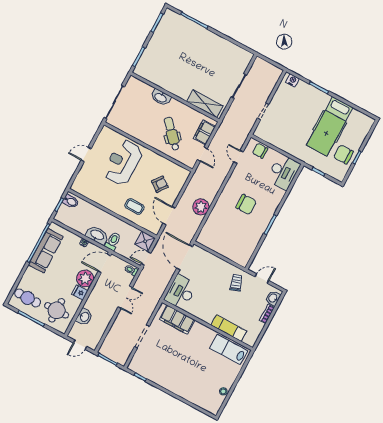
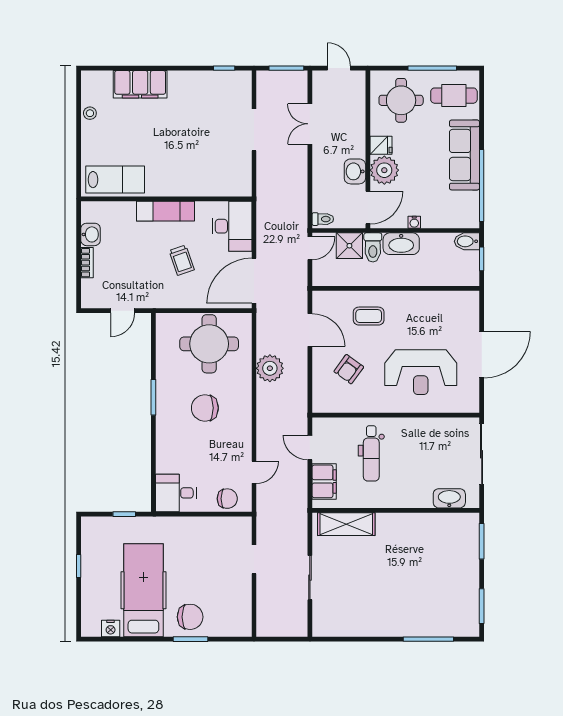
nightstand: (293, 80) -> (111, 628), moved
washbasin: (161, 97) -> (449, 498), moved
dental chair: (172, 134) -> (371, 453), turned 43
door: (86, 154) -> (482, 355), width x1.88
chair: (343, 154) -> (190, 617), moved
door: (239, 157) -> (254, 472), hinge flipped
reception desk: (123, 162) -> (421, 372), turned 90
desk: (283, 172) -> (176, 493), width x0.73
bidet: (71, 201) -> (467, 241), moved
round table: (226, 237) -> (209, 344), added
shower: (145, 241) -> (349, 246), moved
sofa: (46, 251) -> (464, 155), moved
door: (185, 257) -> (254, 281), swing flipped
trolley: (236, 283) -> (182, 260), moved
double door: (125, 297) -> (310, 124), moved
washbasin: (273, 298) -> (91, 234), moved
washbasin: (84, 317) -> (355, 171), moved
filing cabinet: (177, 320) -> (140, 84), moved, turned 180
exam couch: (229, 328) -> (166, 211), moved
door: (80, 345) -> (339, 68), hinge flipped

